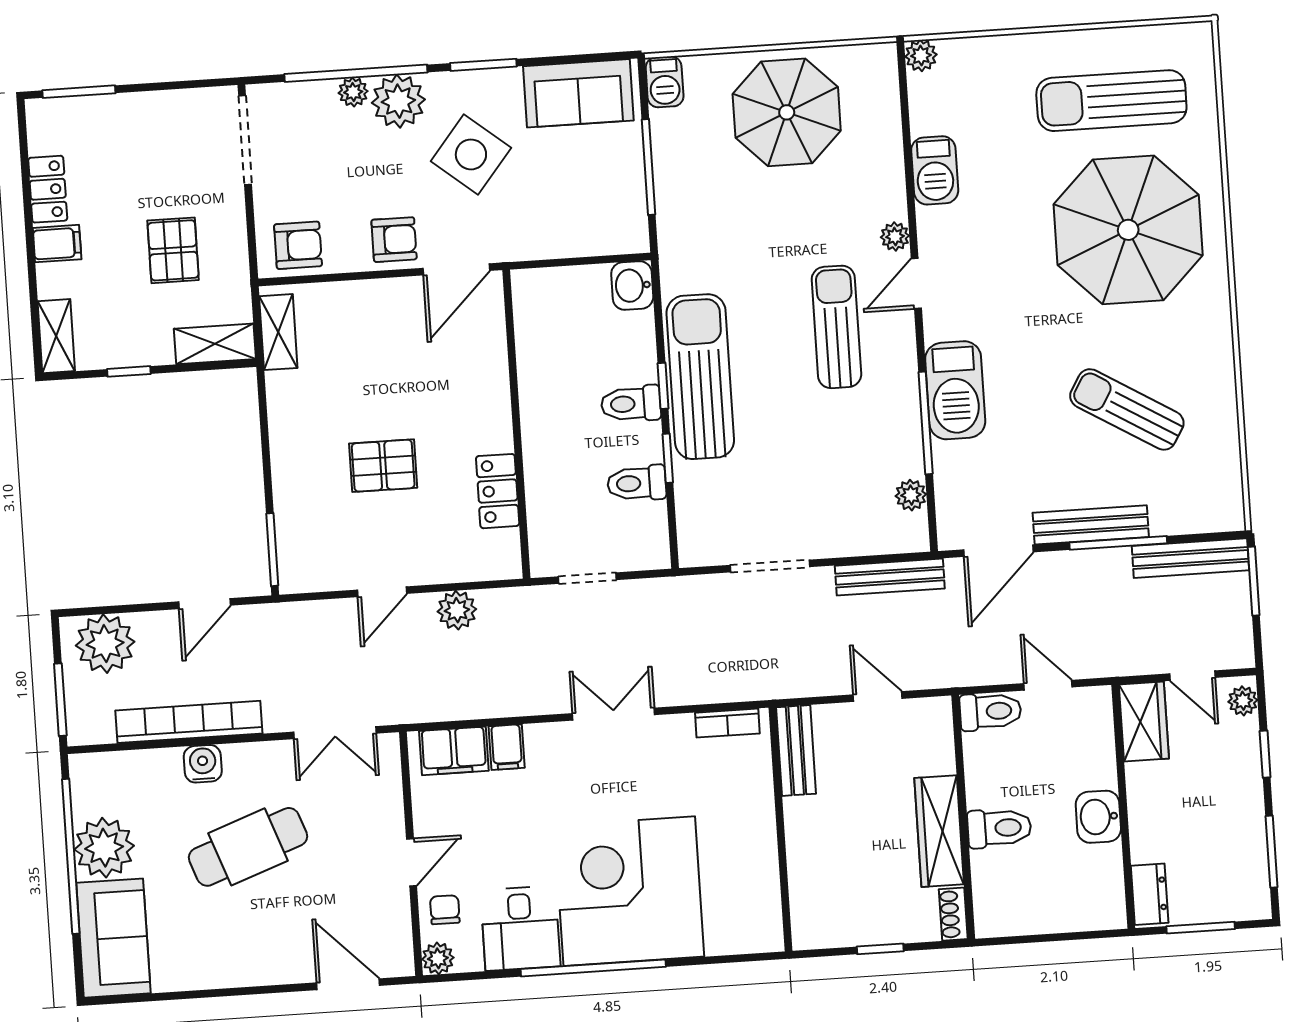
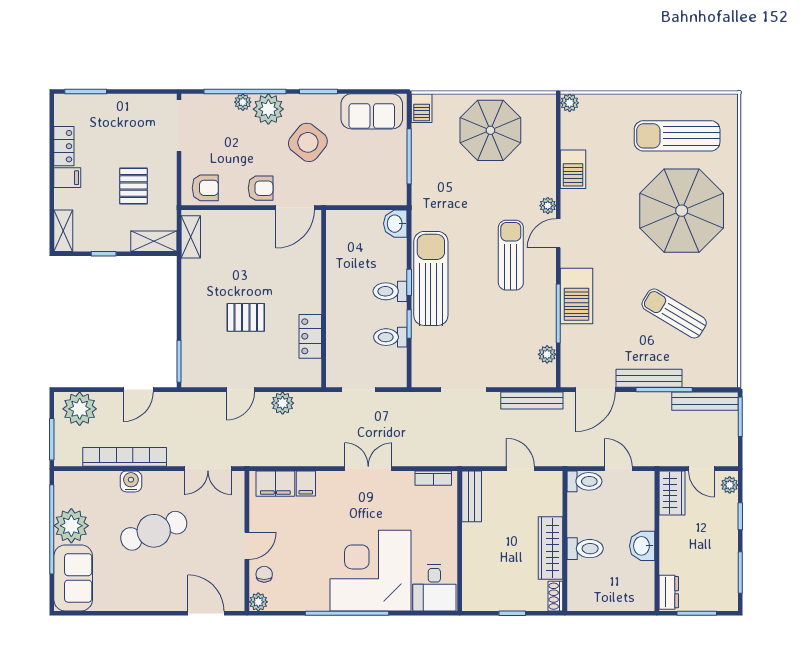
desk: (520, 928) -> (434, 588), moved

